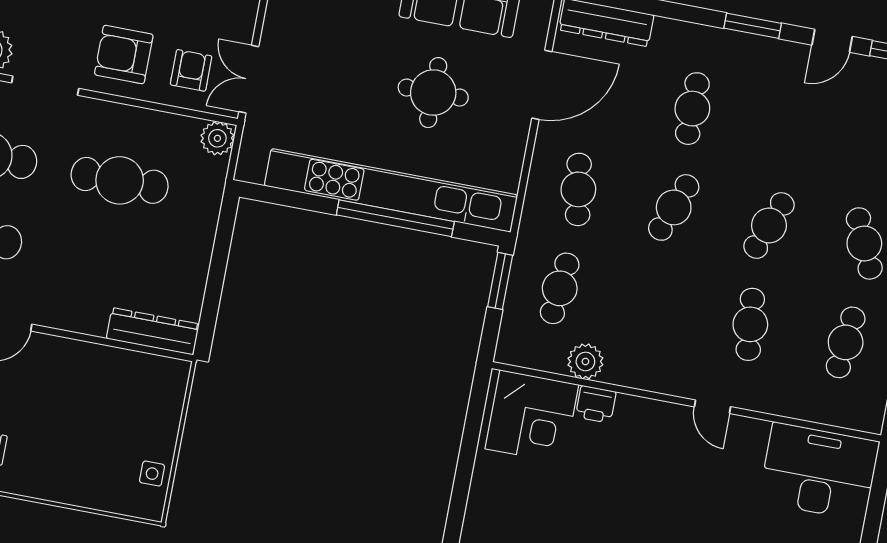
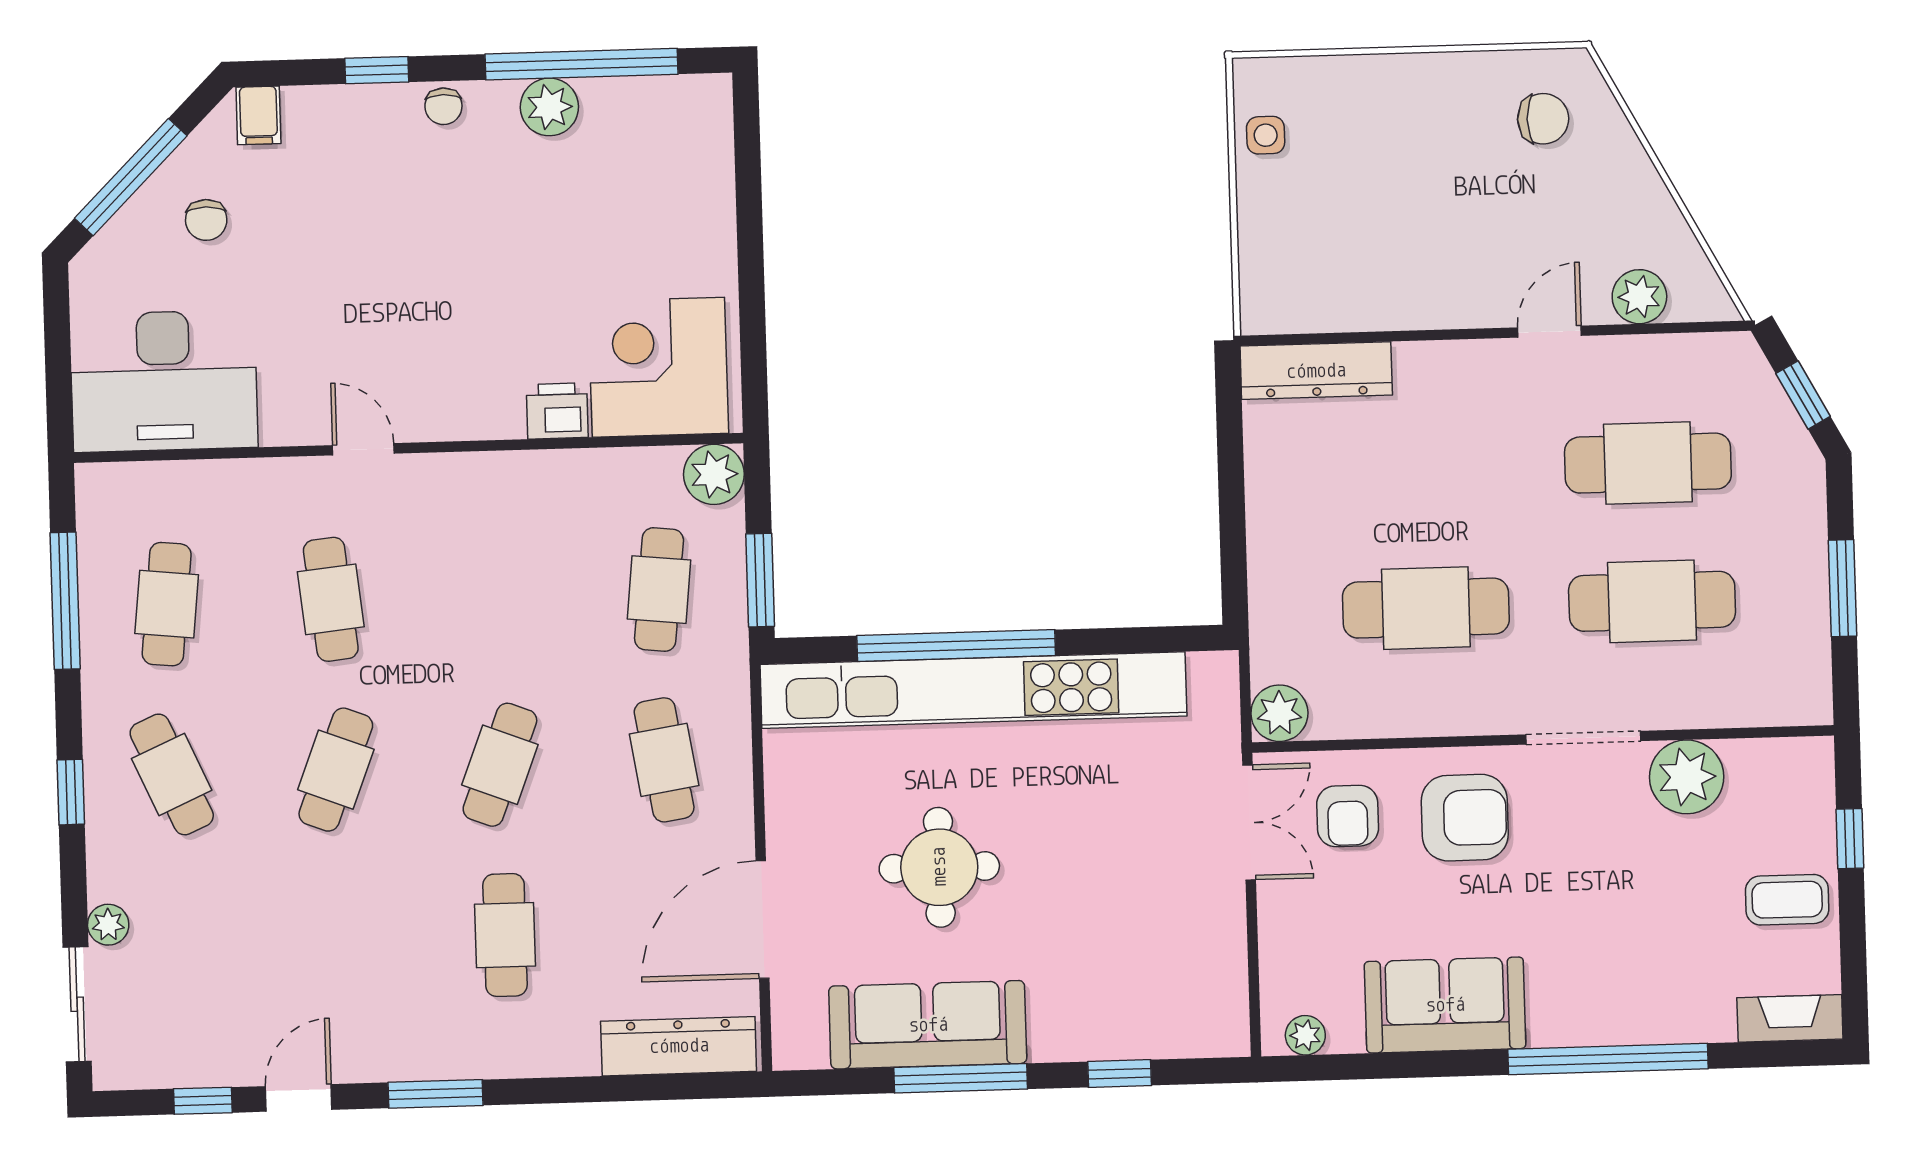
plant: (585, 361) -> (714, 474), moved

